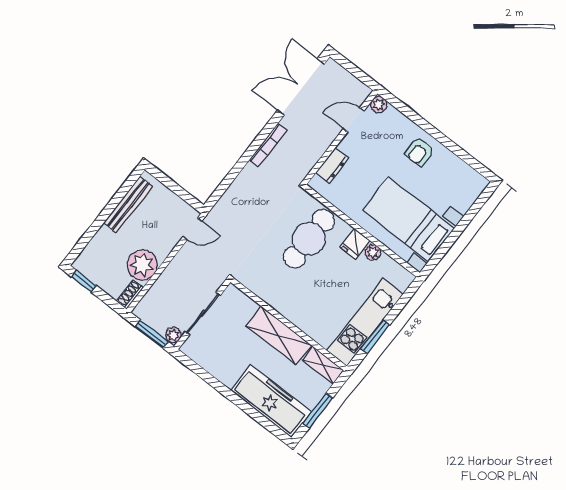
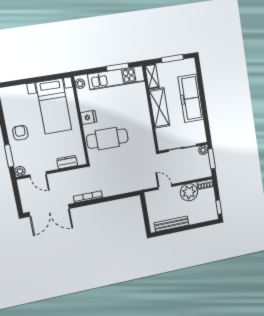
window: (408, 112) -> (9, 156), added
armchair: (419, 152) -> (20, 133), turned -90
door: (192, 229) -> (165, 187), moved
plant: (373, 252) -> (80, 84), moved
freezer: (271, 401) -> (191, 98), moved

